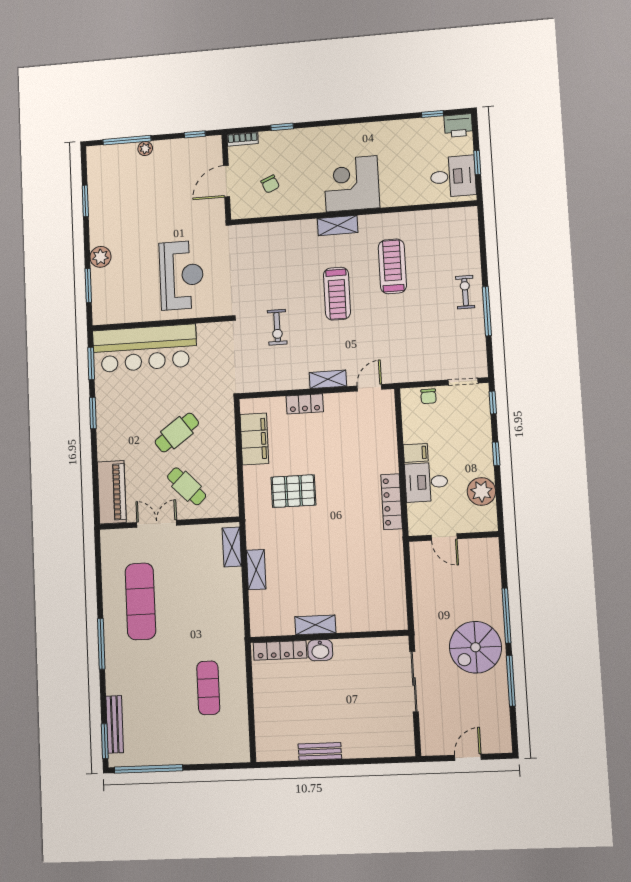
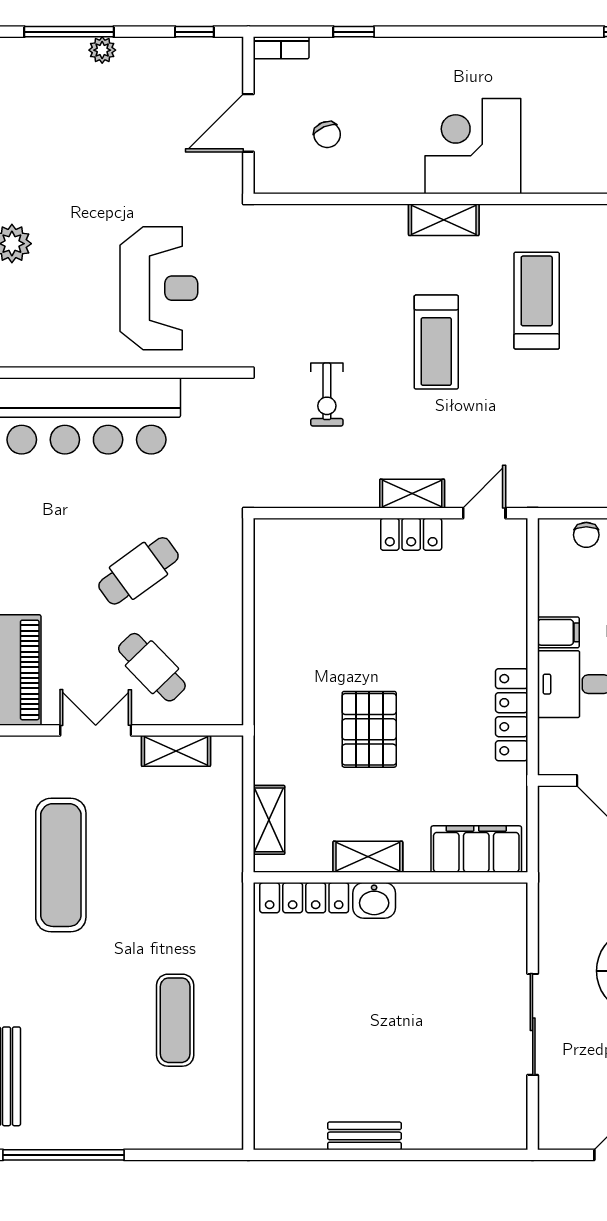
locker: (305, 404) -> (411, 534), moved
filing cabinet: (254, 439) -> (476, 849), moved, turned -90
pallet: (293, 491) -> (369, 729), moved, turned 90
shelving: (232, 547) -> (176, 751), moved, turned 90
shelving: (315, 625) -> (368, 857), moved
wall: (329, 636) -> (390, 877), moved
locker: (280, 650) -> (304, 898), moved
washbasin: (320, 650) -> (374, 900), moved

